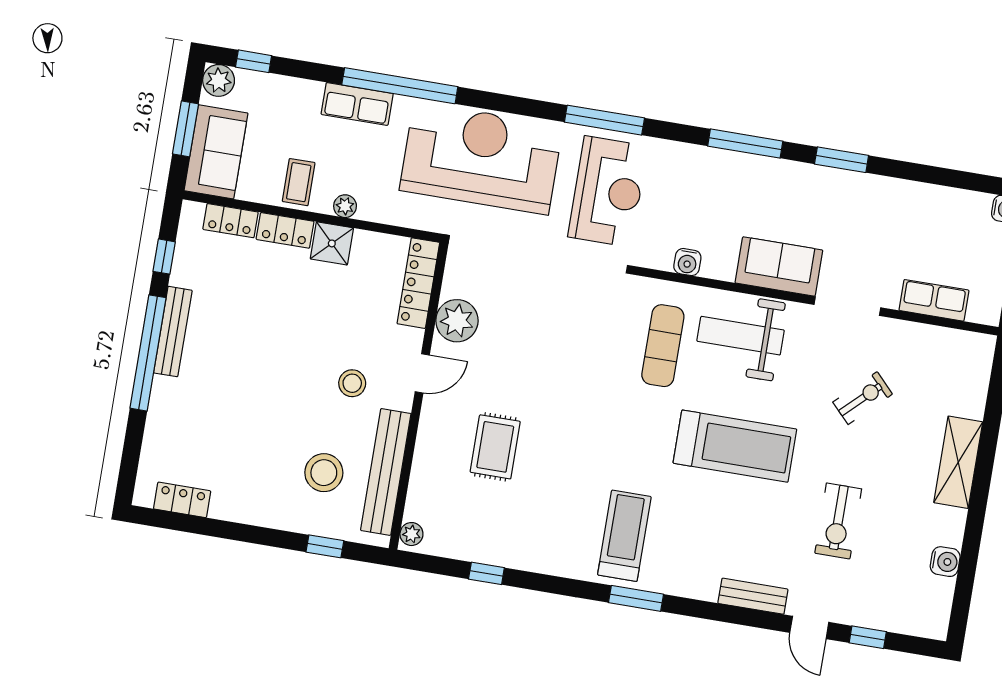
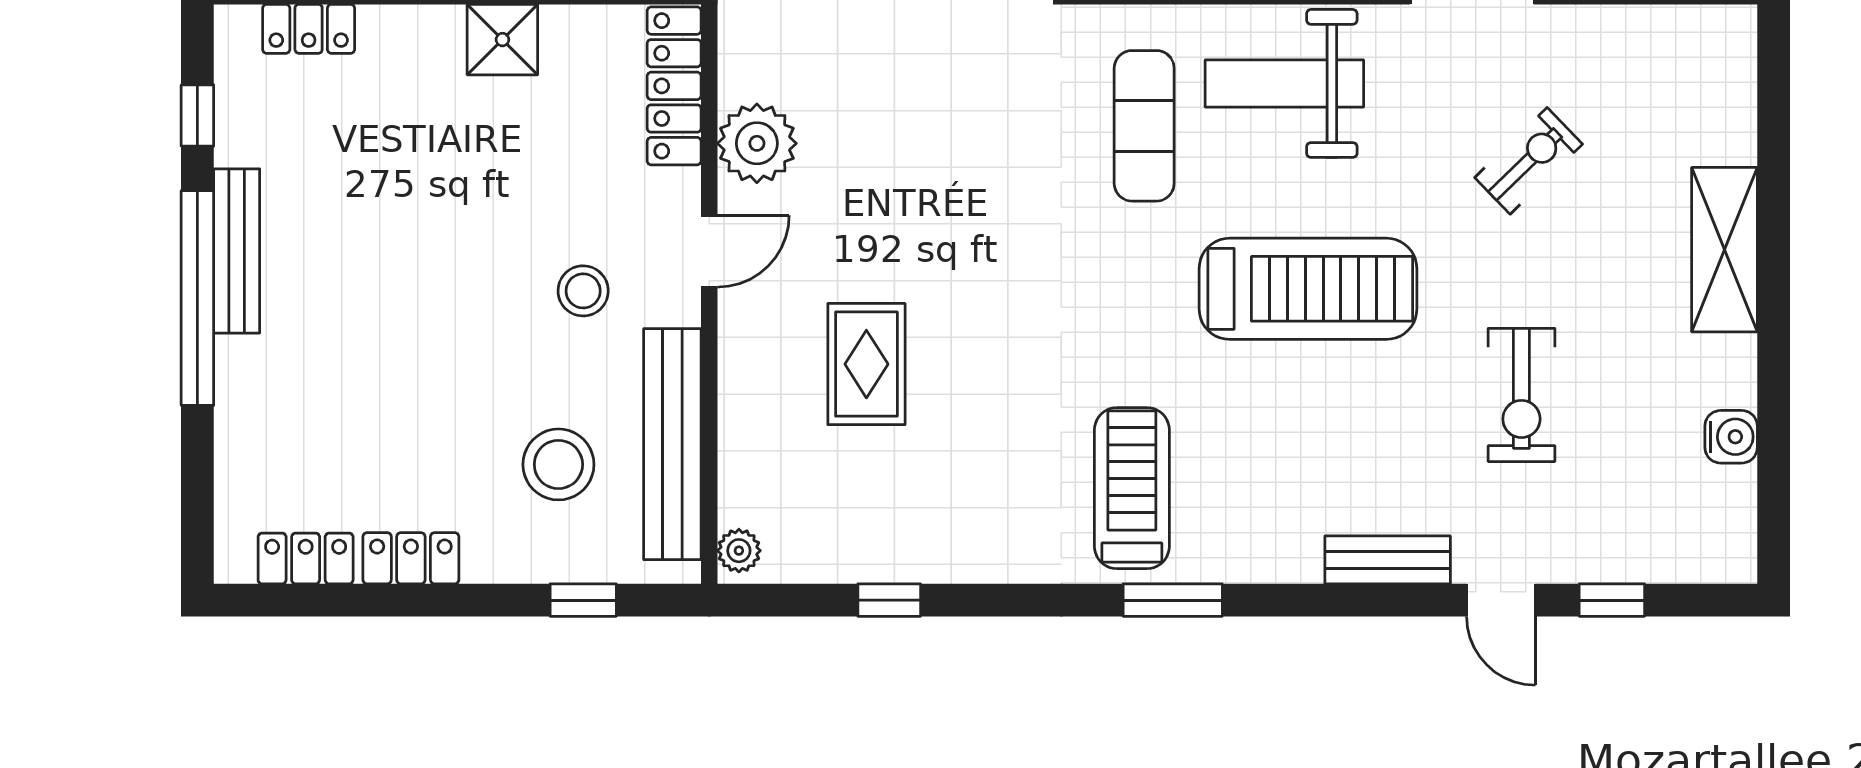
locker: (285, 230) -> (411, 558), moved, turned 180

